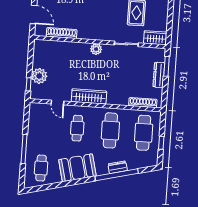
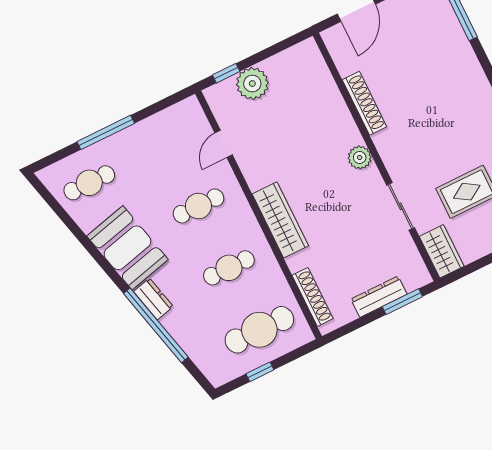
shoe rack: (62, 33) -> (364, 103), moved
wardrobe: (89, 96) -> (280, 220), moved
cafe table: (110, 130) -> (229, 268), width x0.73, depth x0.74
dresser: (118, 167) -> (153, 299), moved

